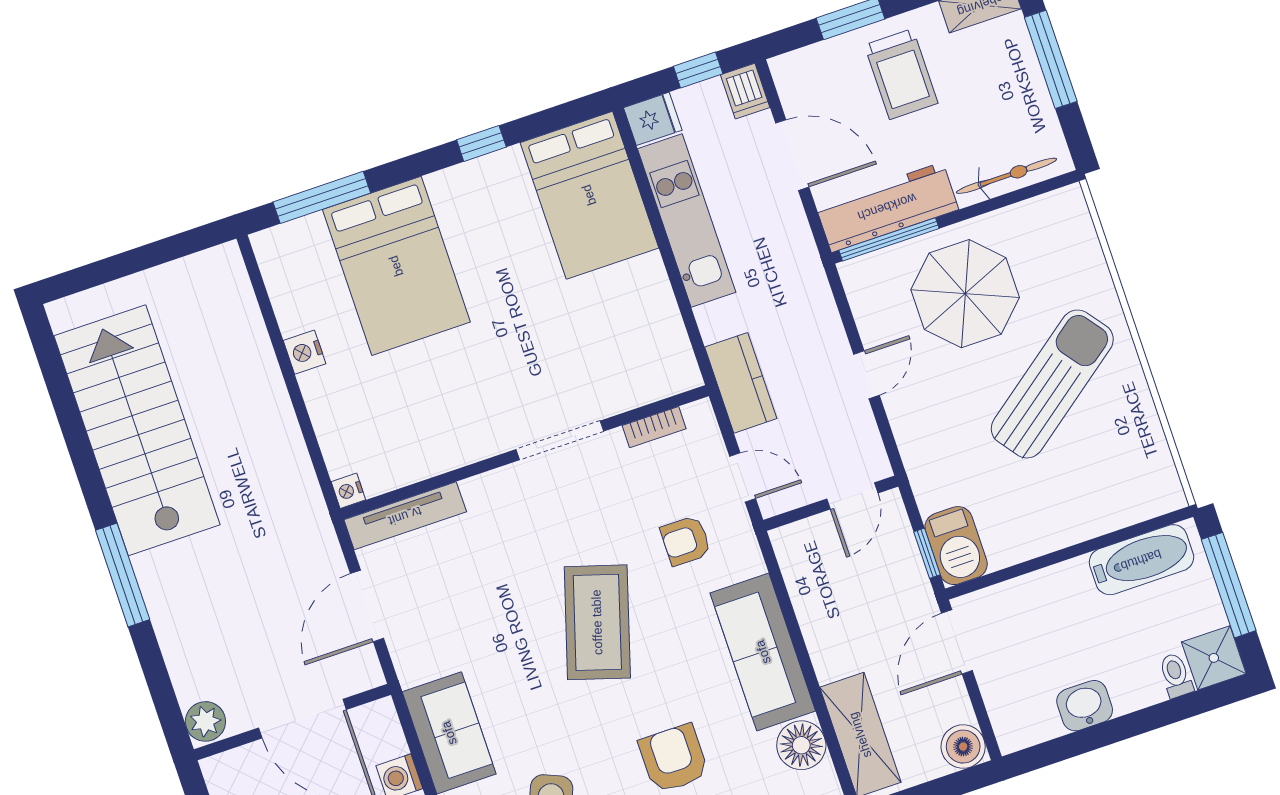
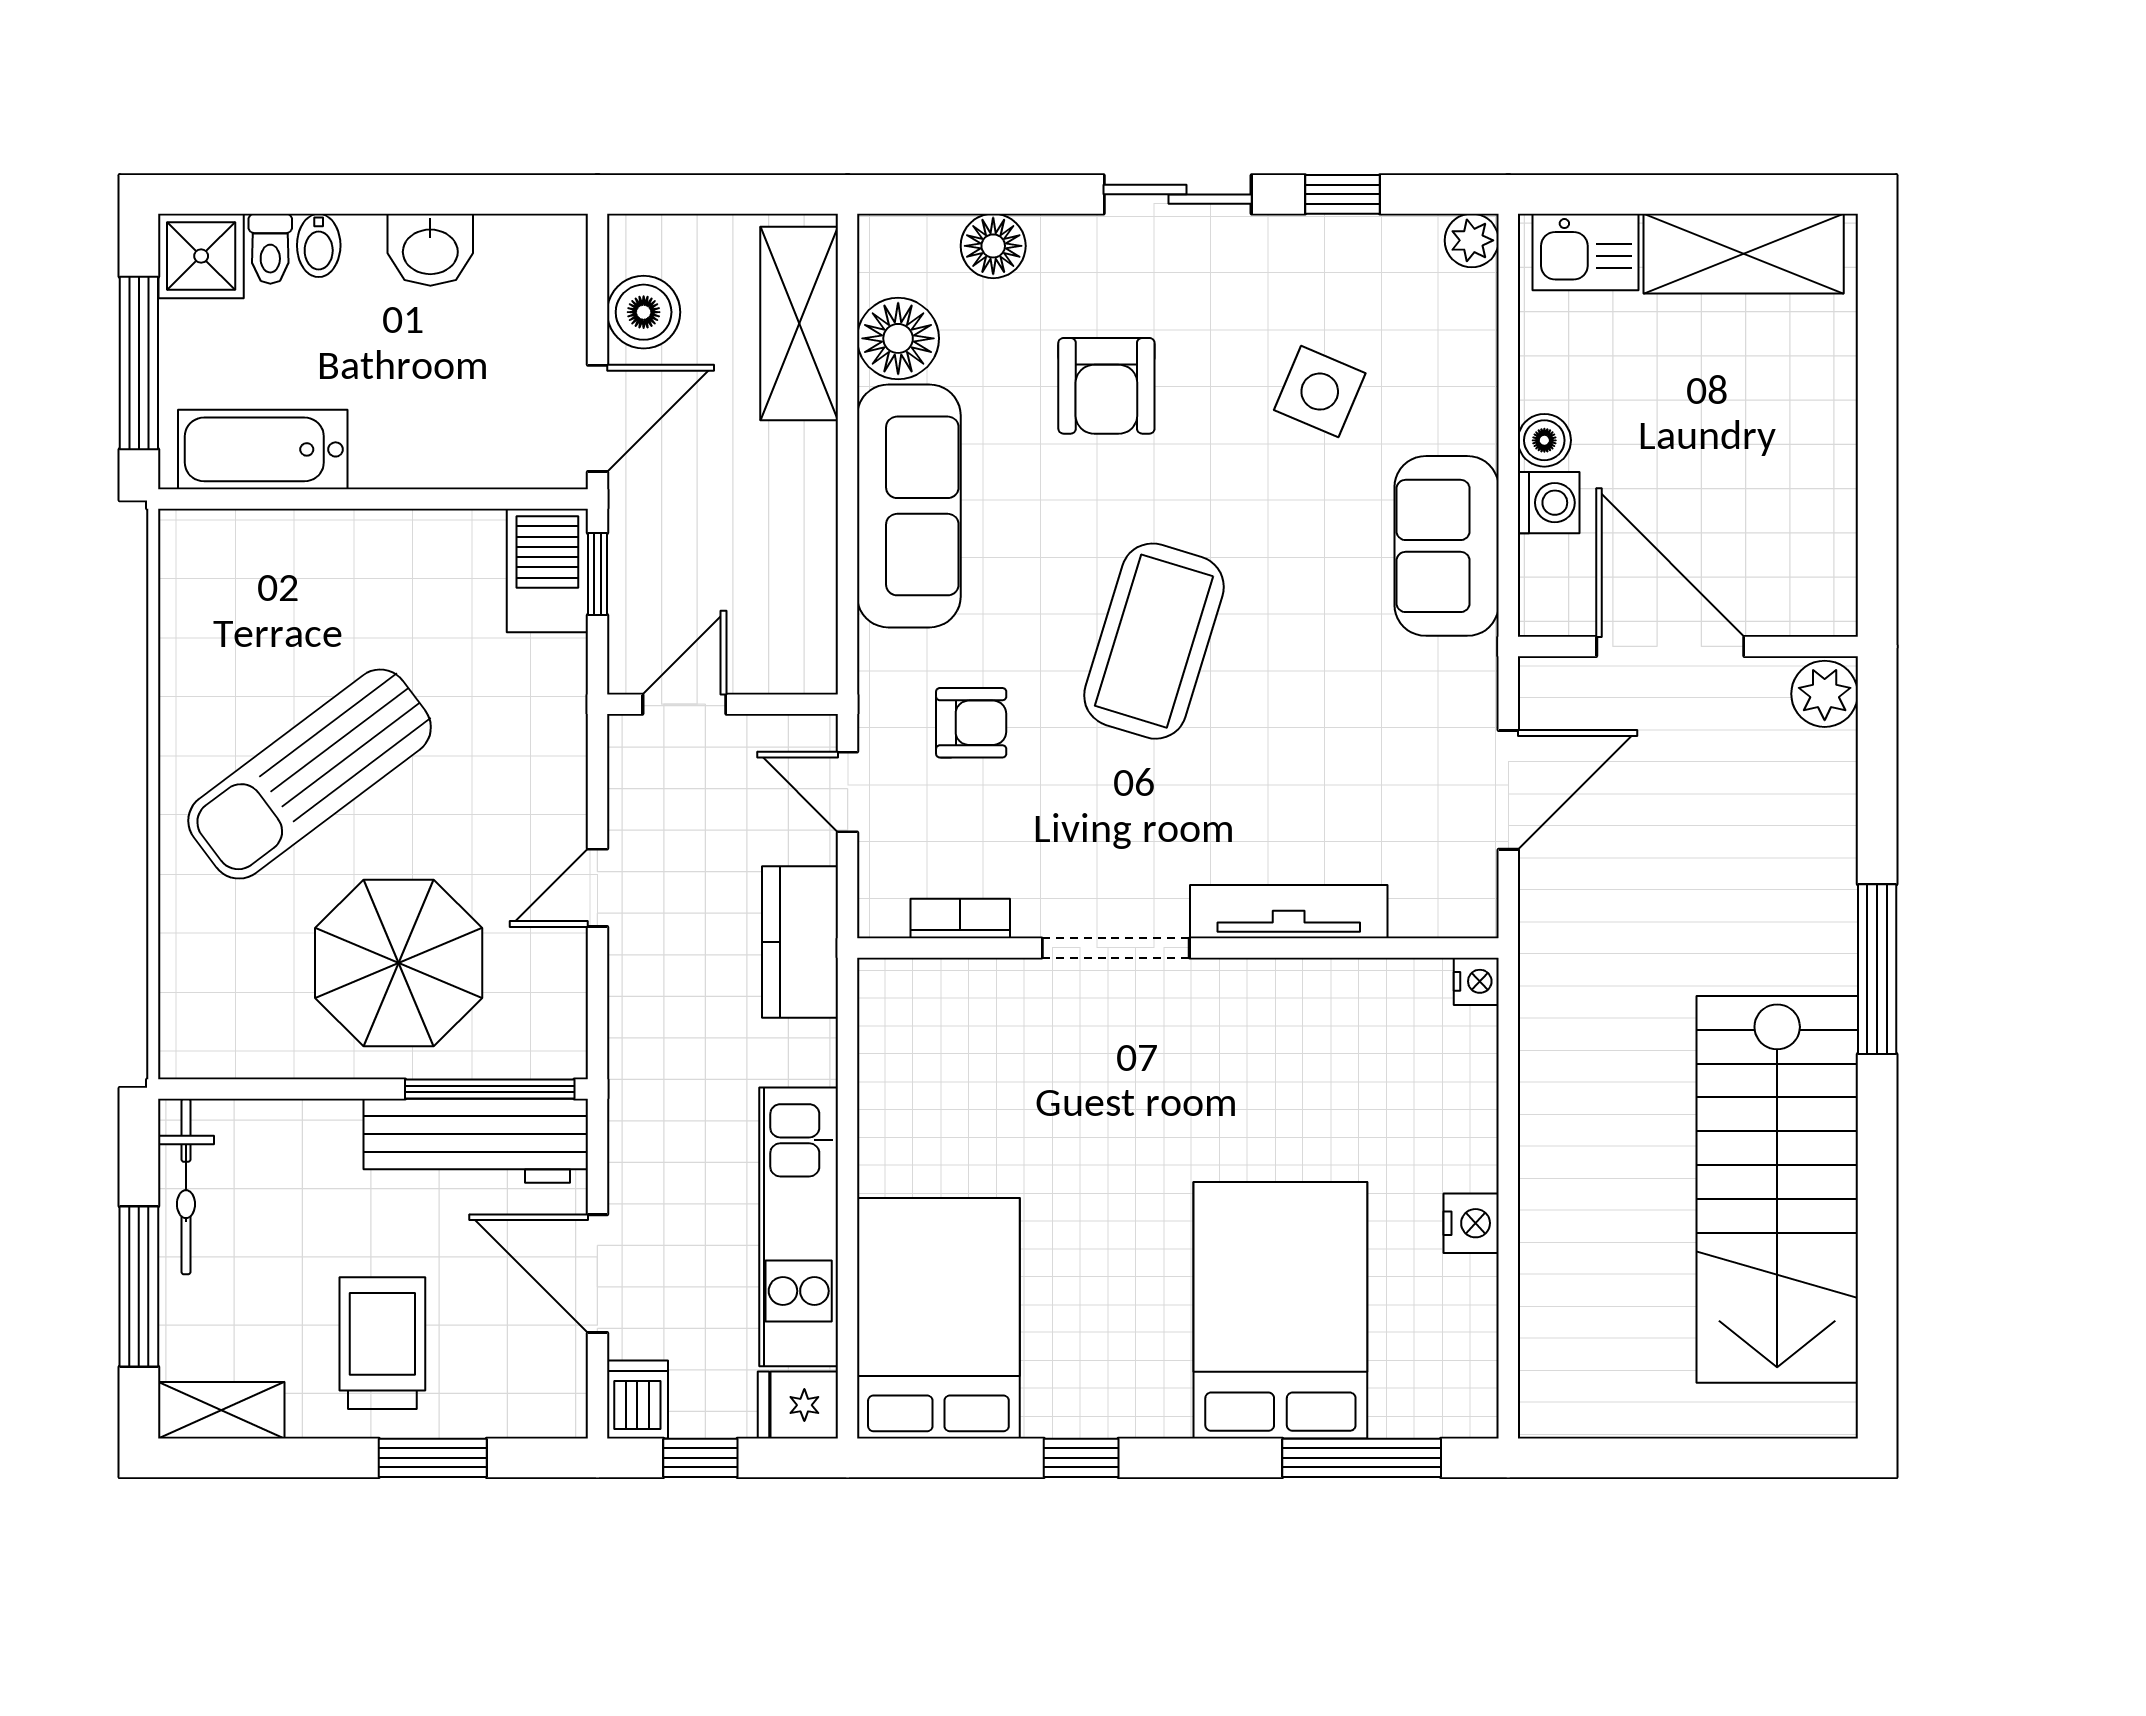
bicycle: (1007, 176) -> (186, 1187), moved, turned -90
tv unit: (405, 516) -> (1289, 912), moved
bidet: (1149, 687) -> (319, 245), added
boiler: (963, 747) -> (644, 312), moved

